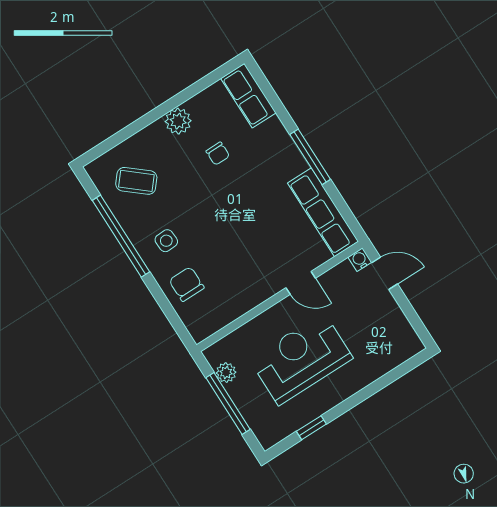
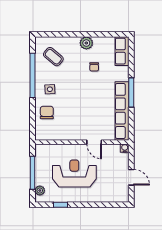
row of seats: (323, 212) -> (122, 111), width x1.36
door: (385, 273) -> (131, 177), moved
plant: (226, 373) -> (40, 190), moved

